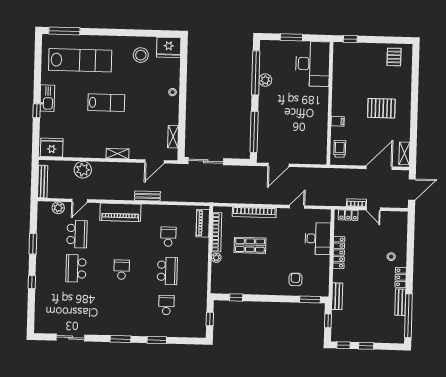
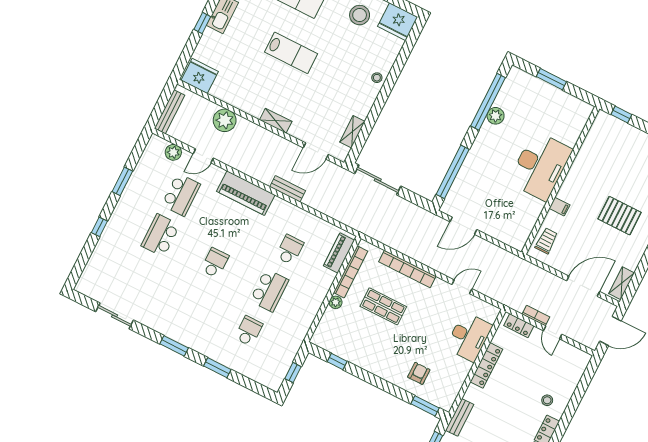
desk: (313, 64) -> (540, 166), moved

